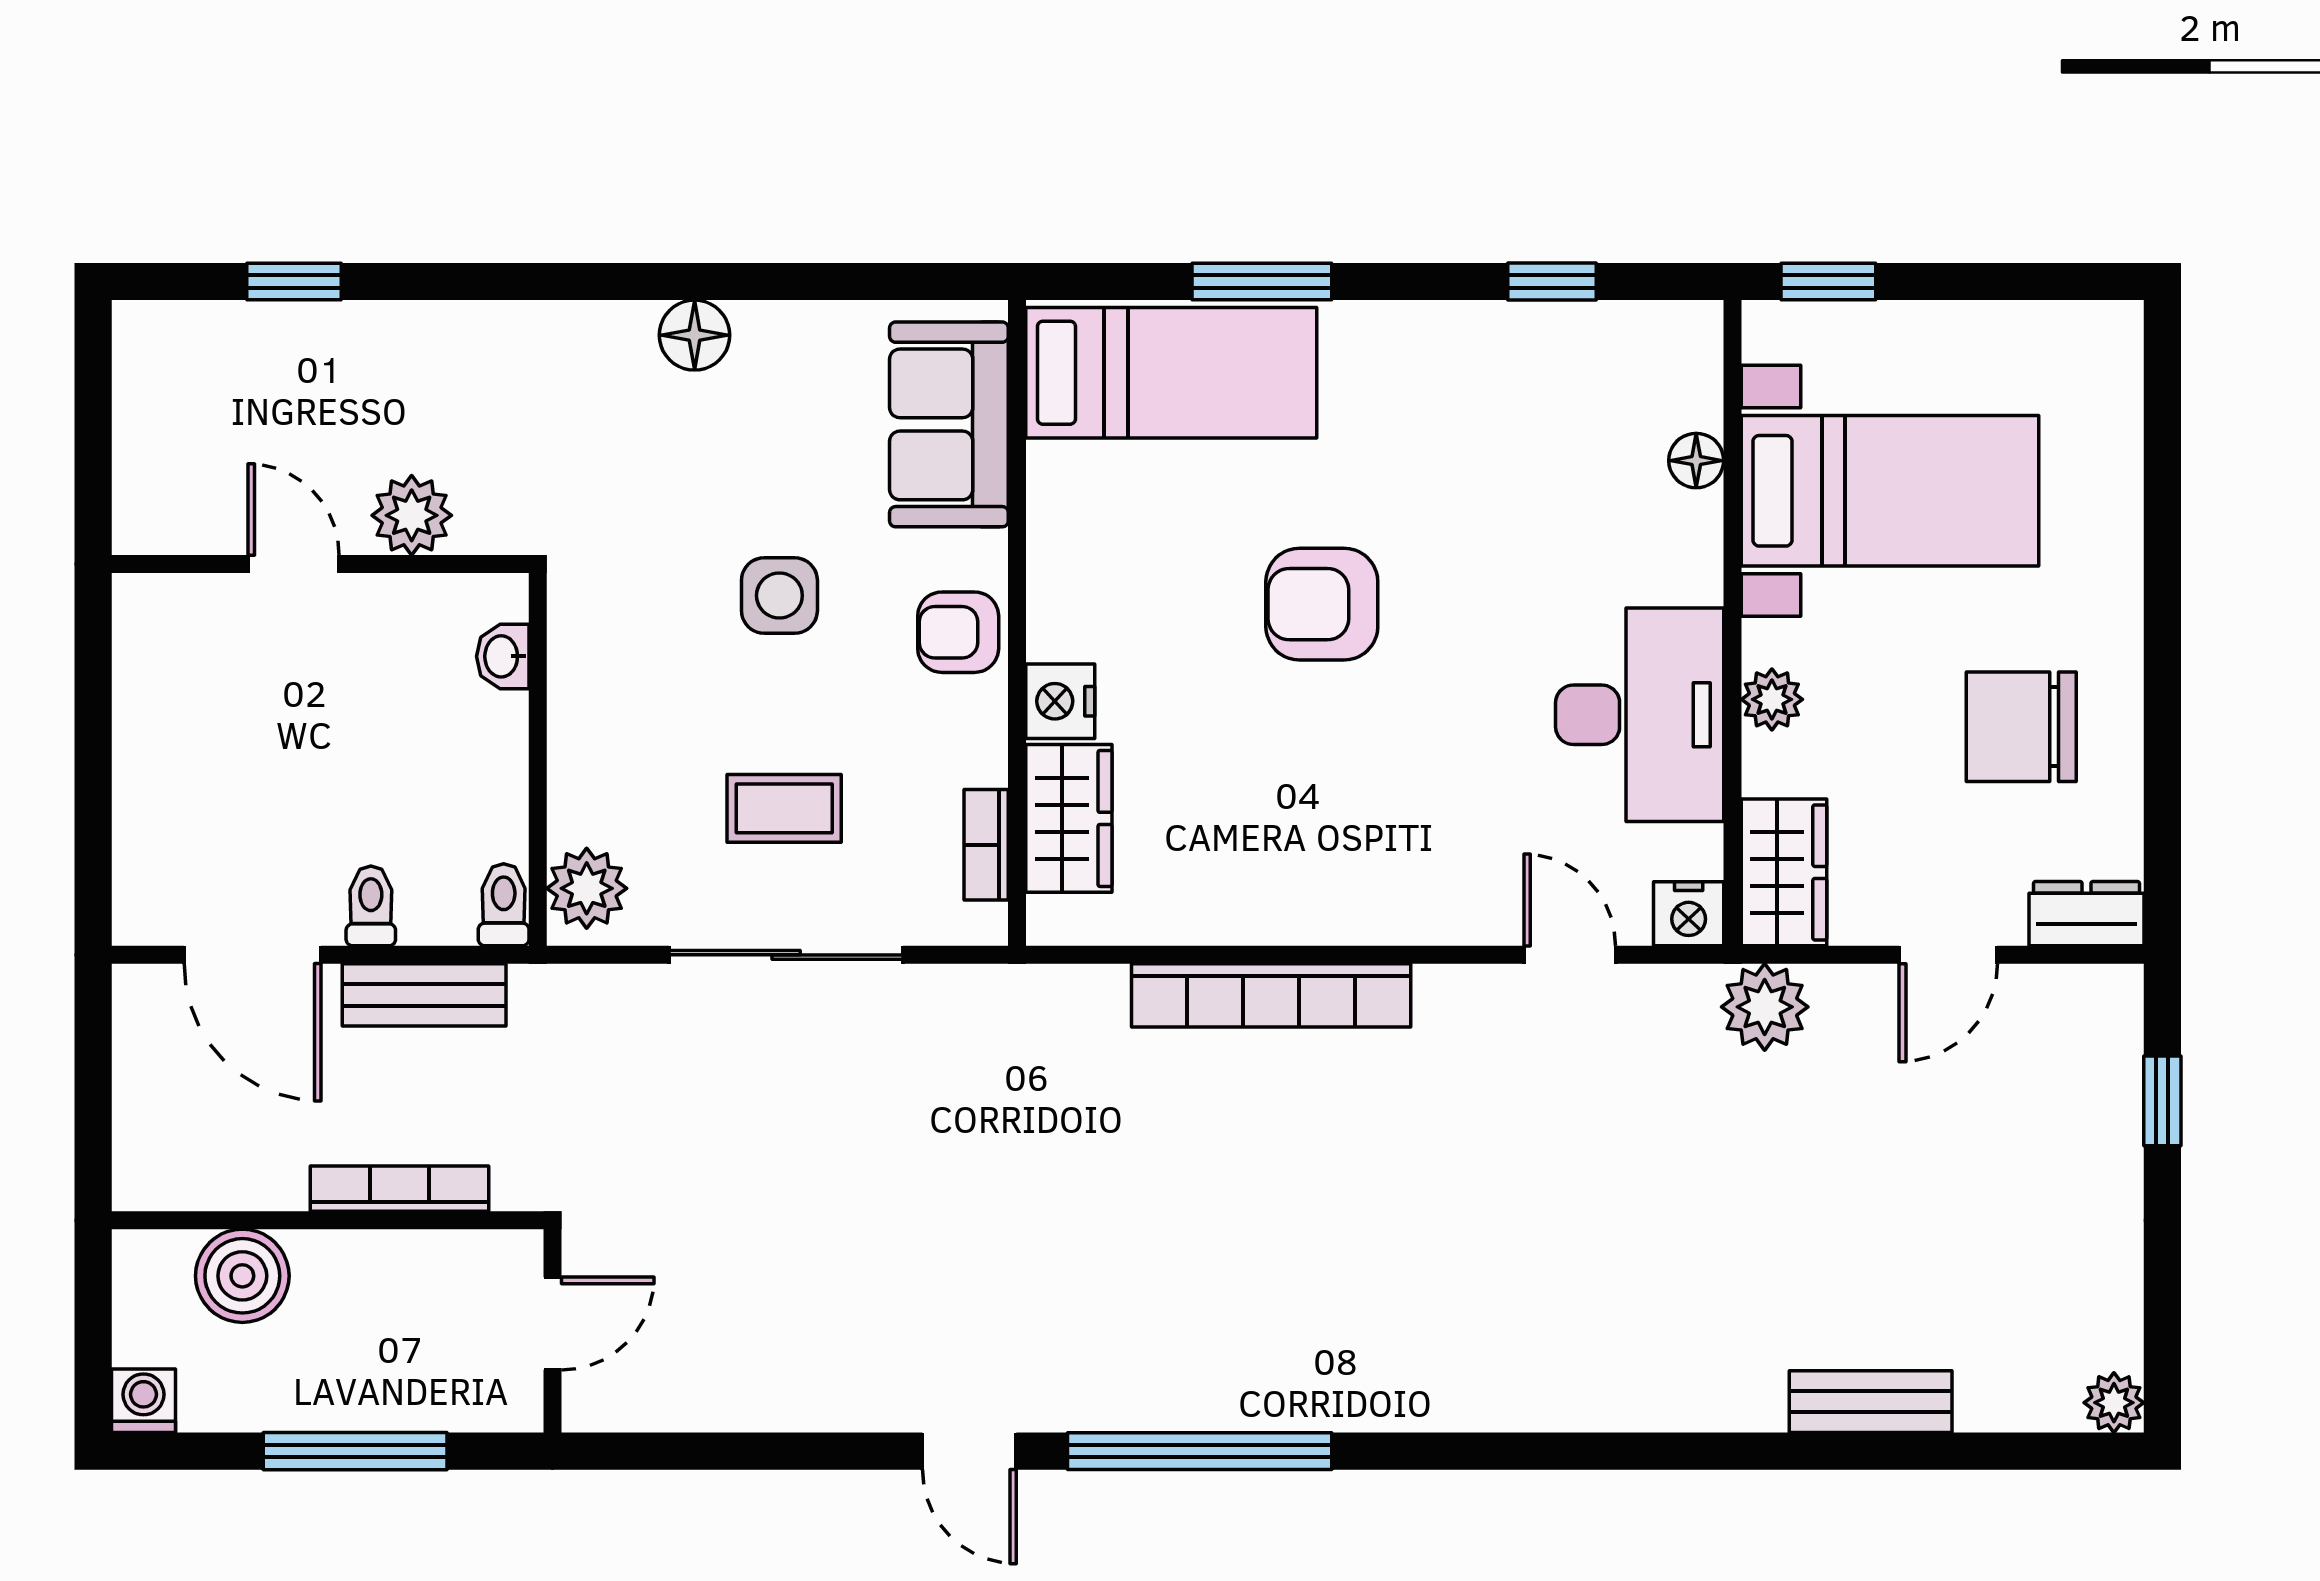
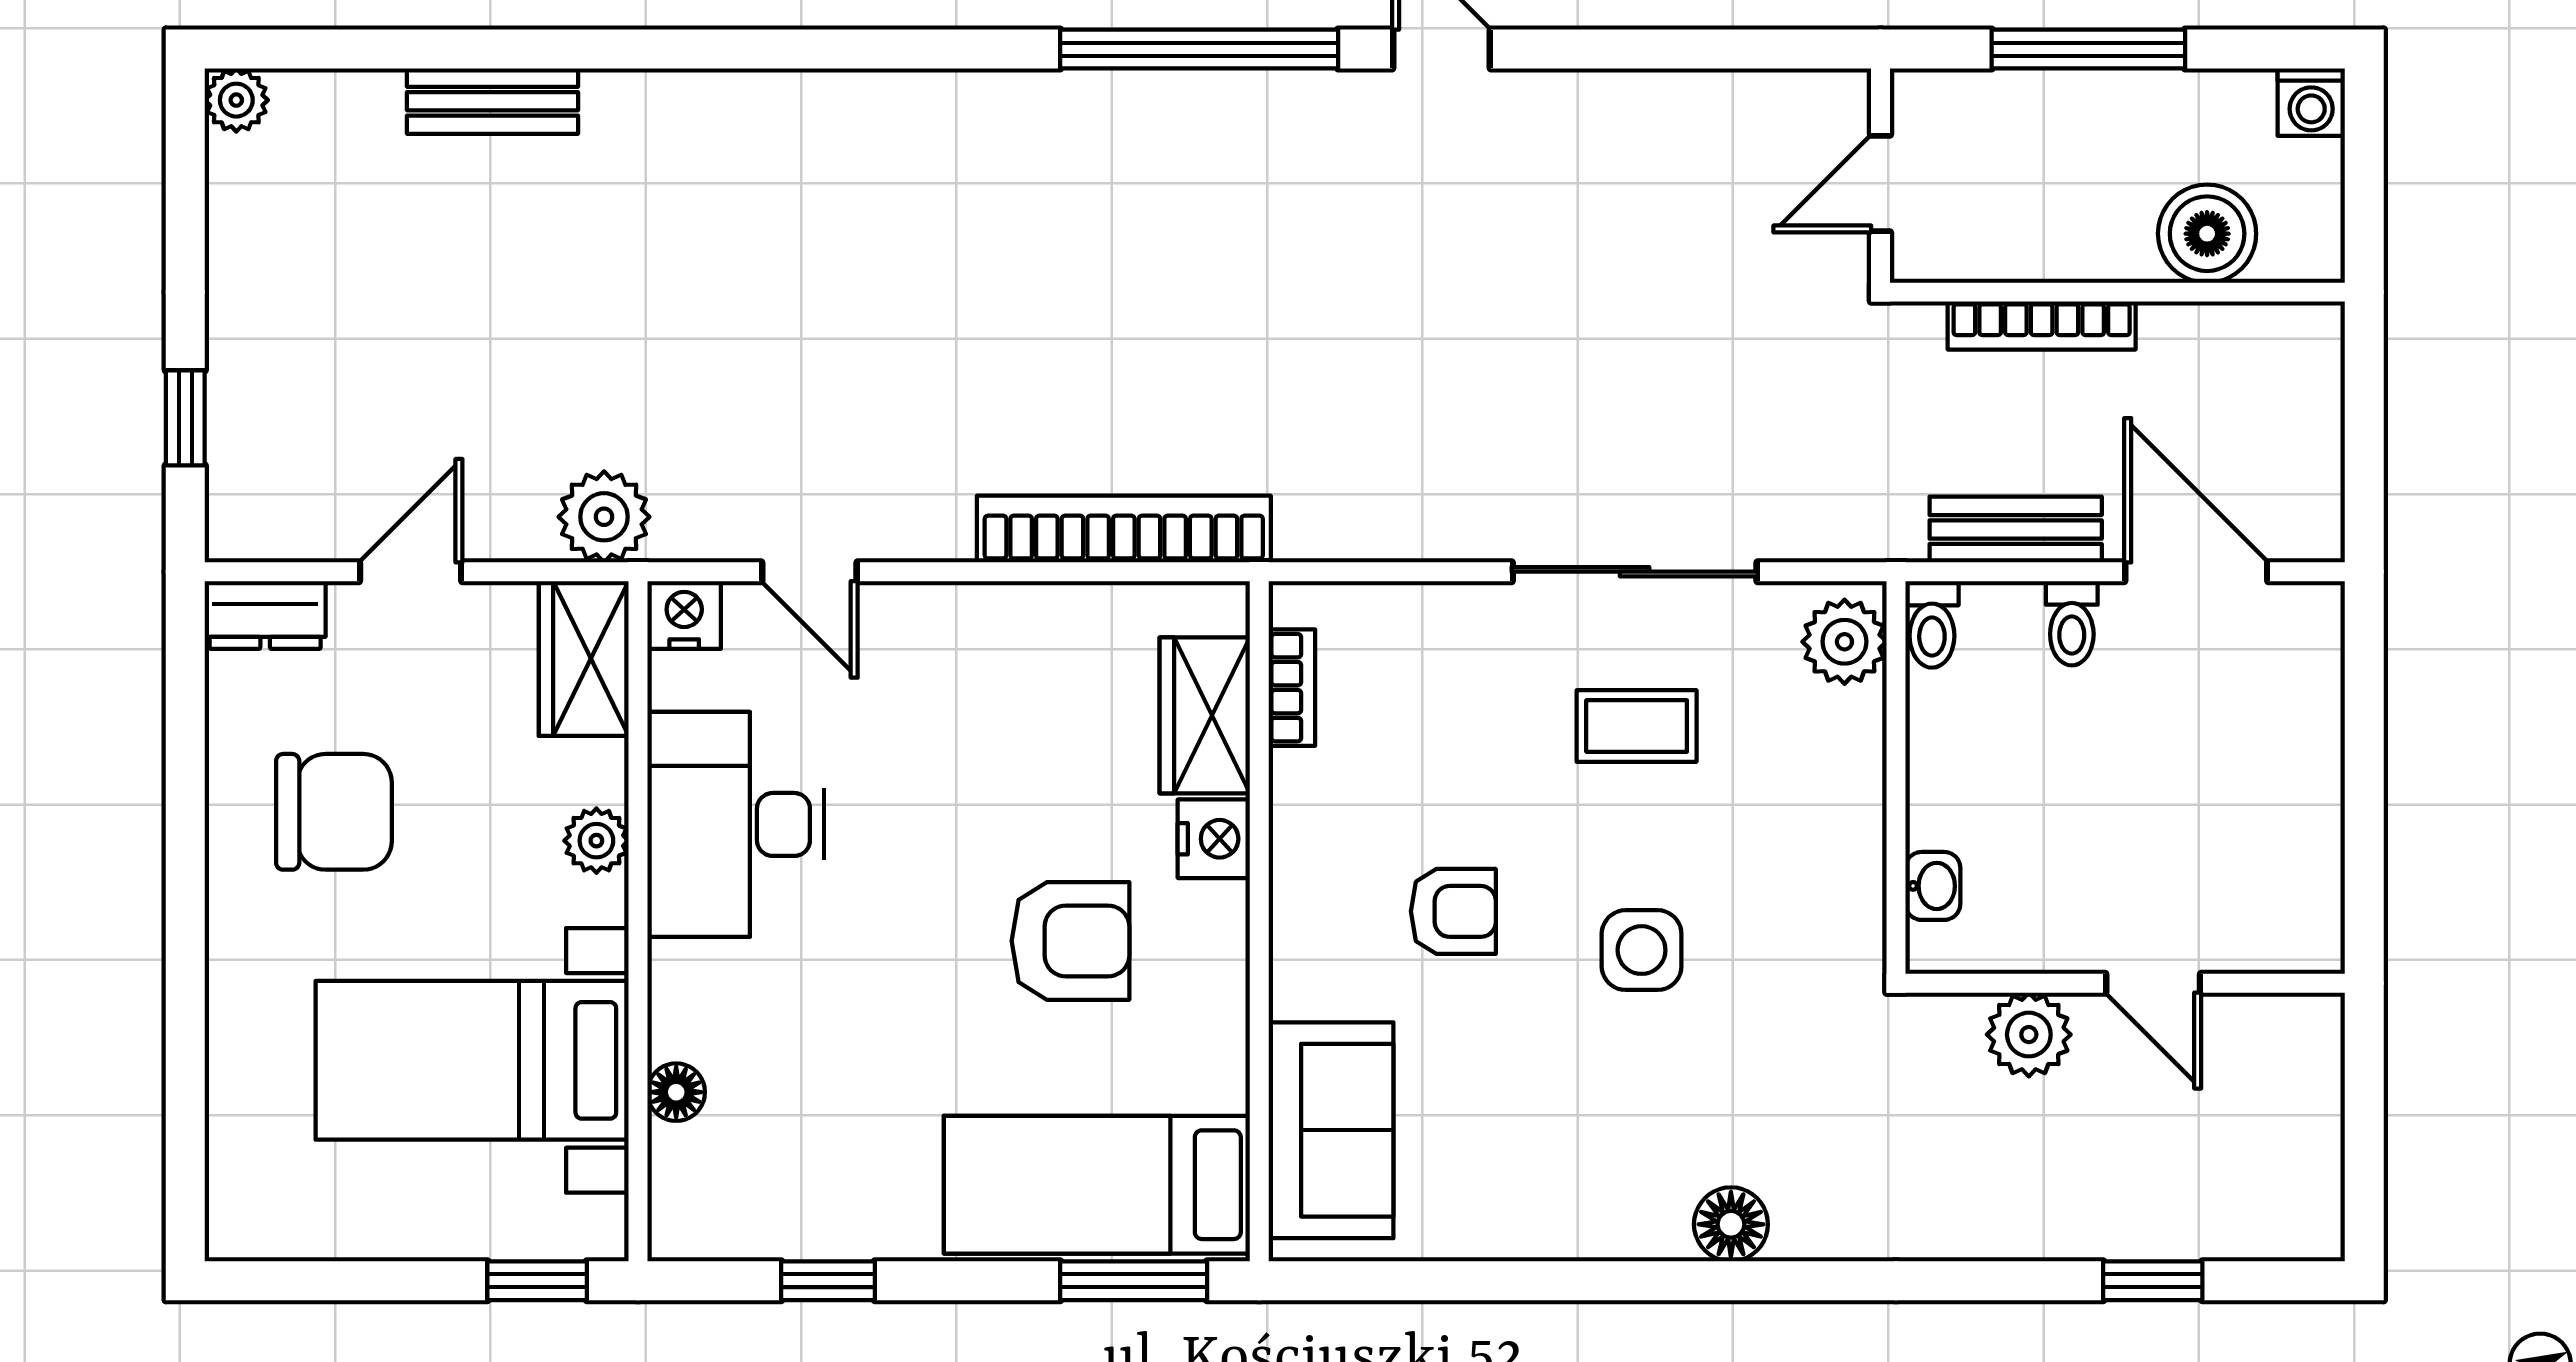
bed: (1171, 373) -> (1097, 1185), moved
sofa: (949, 424) -> (1331, 1130), moved
wall: (1017, 623) -> (1259, 921), moved
nightstand: (1060, 701) -> (1214, 839), moved
wardrobe: (1069, 818) -> (1205, 715), moved
bookcase: (986, 845) -> (1292, 688), moved

